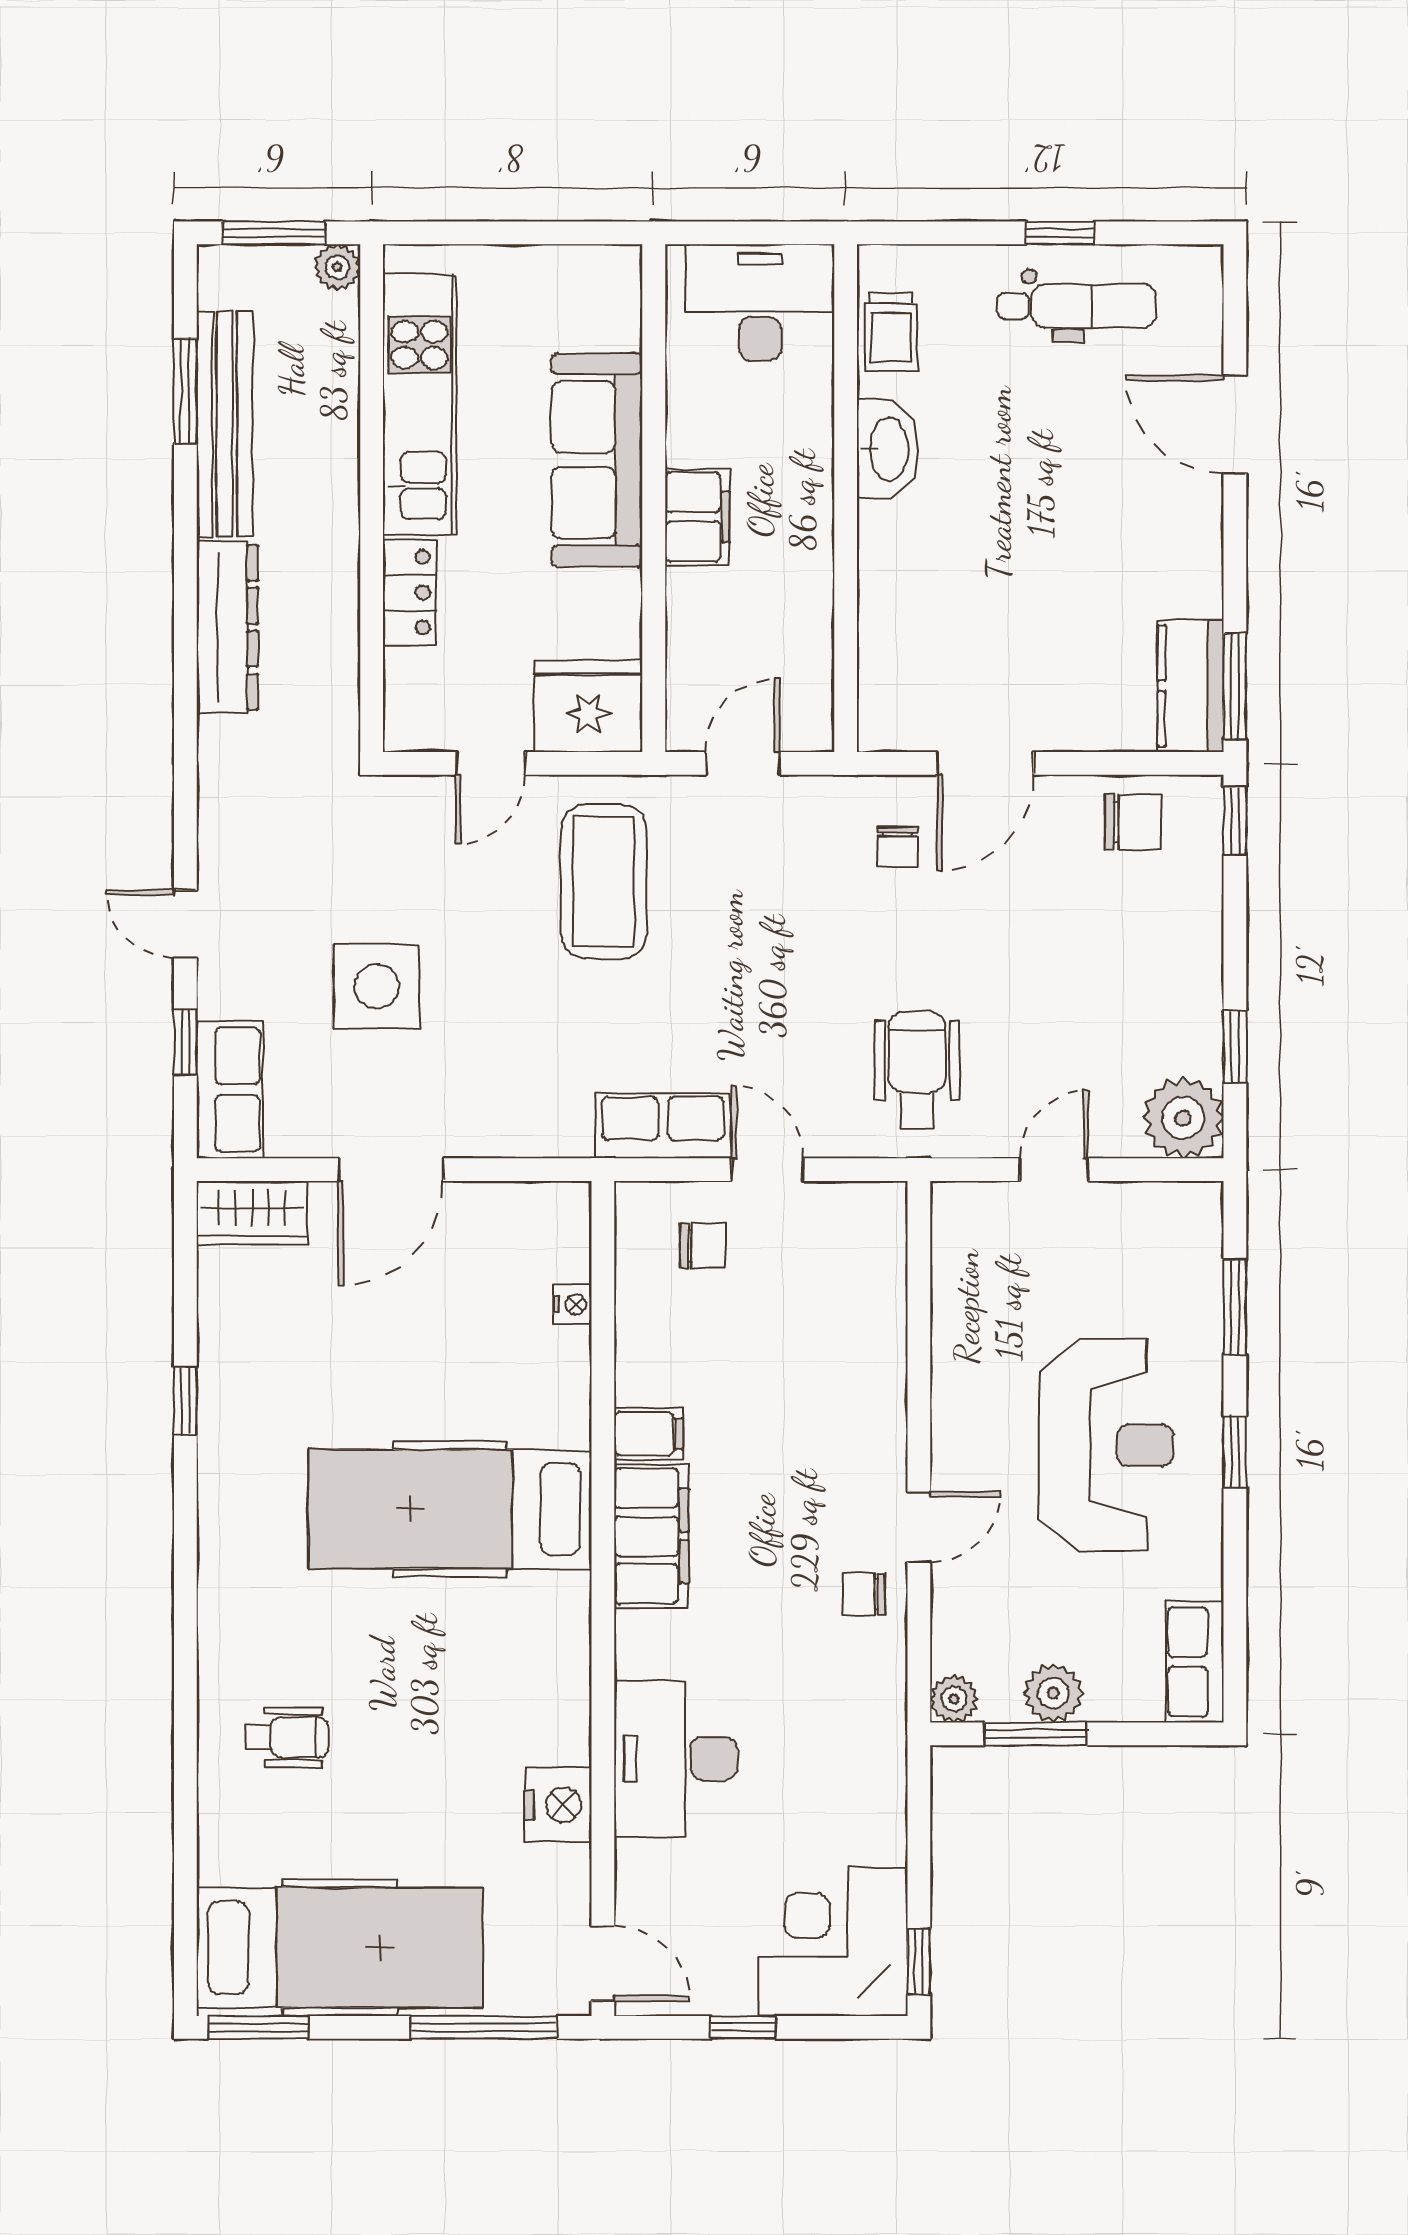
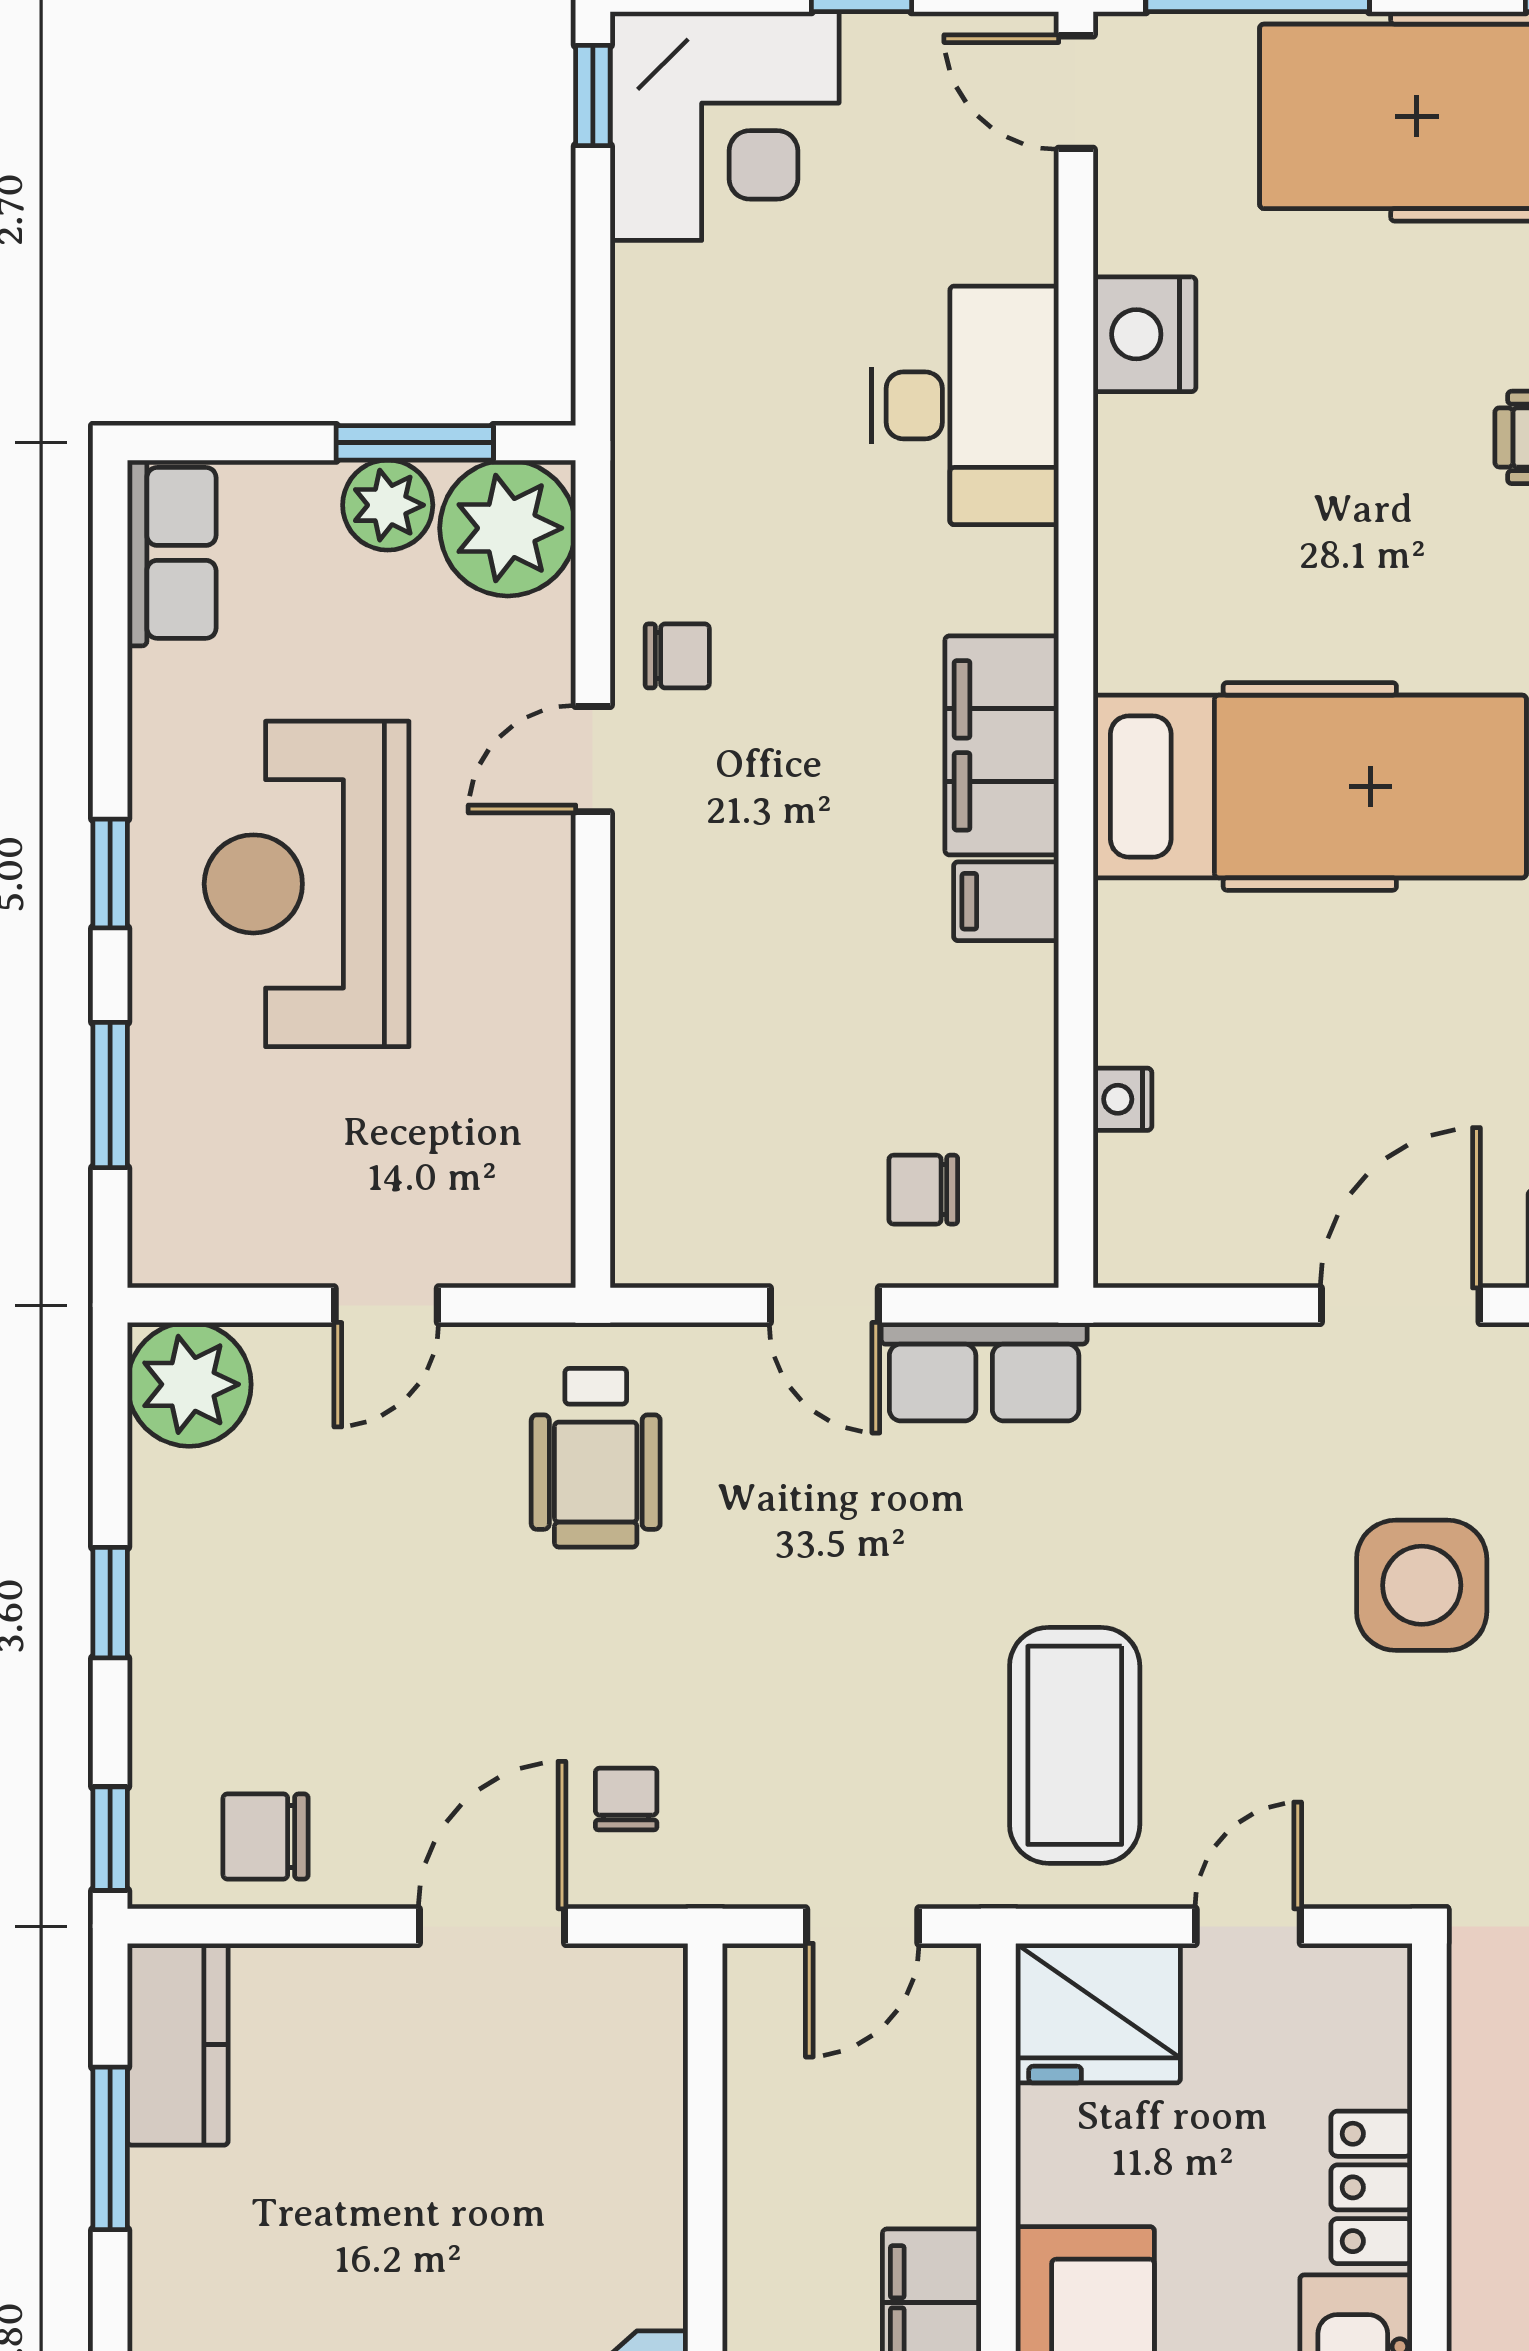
window: (1235, 686) -> (110, 2148), moved
window: (1235, 1047) -> (110, 1603), moved
plant: (954, 1699) -> (508, 528), width x1.87, depth x1.87

